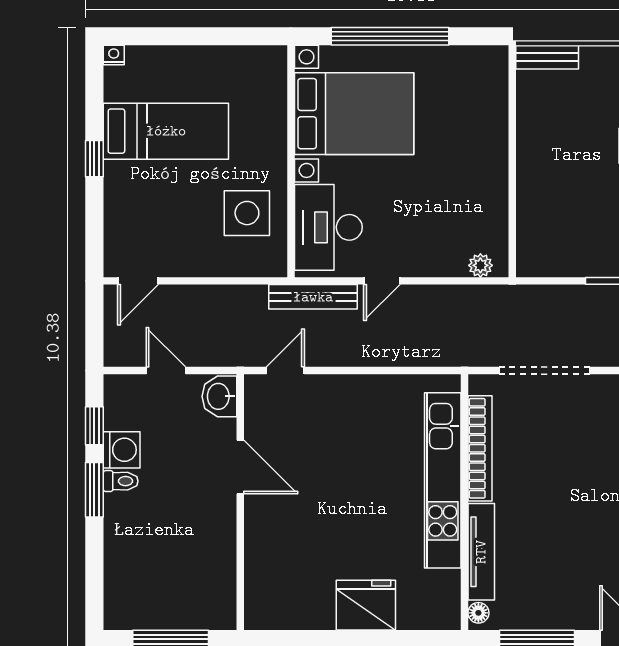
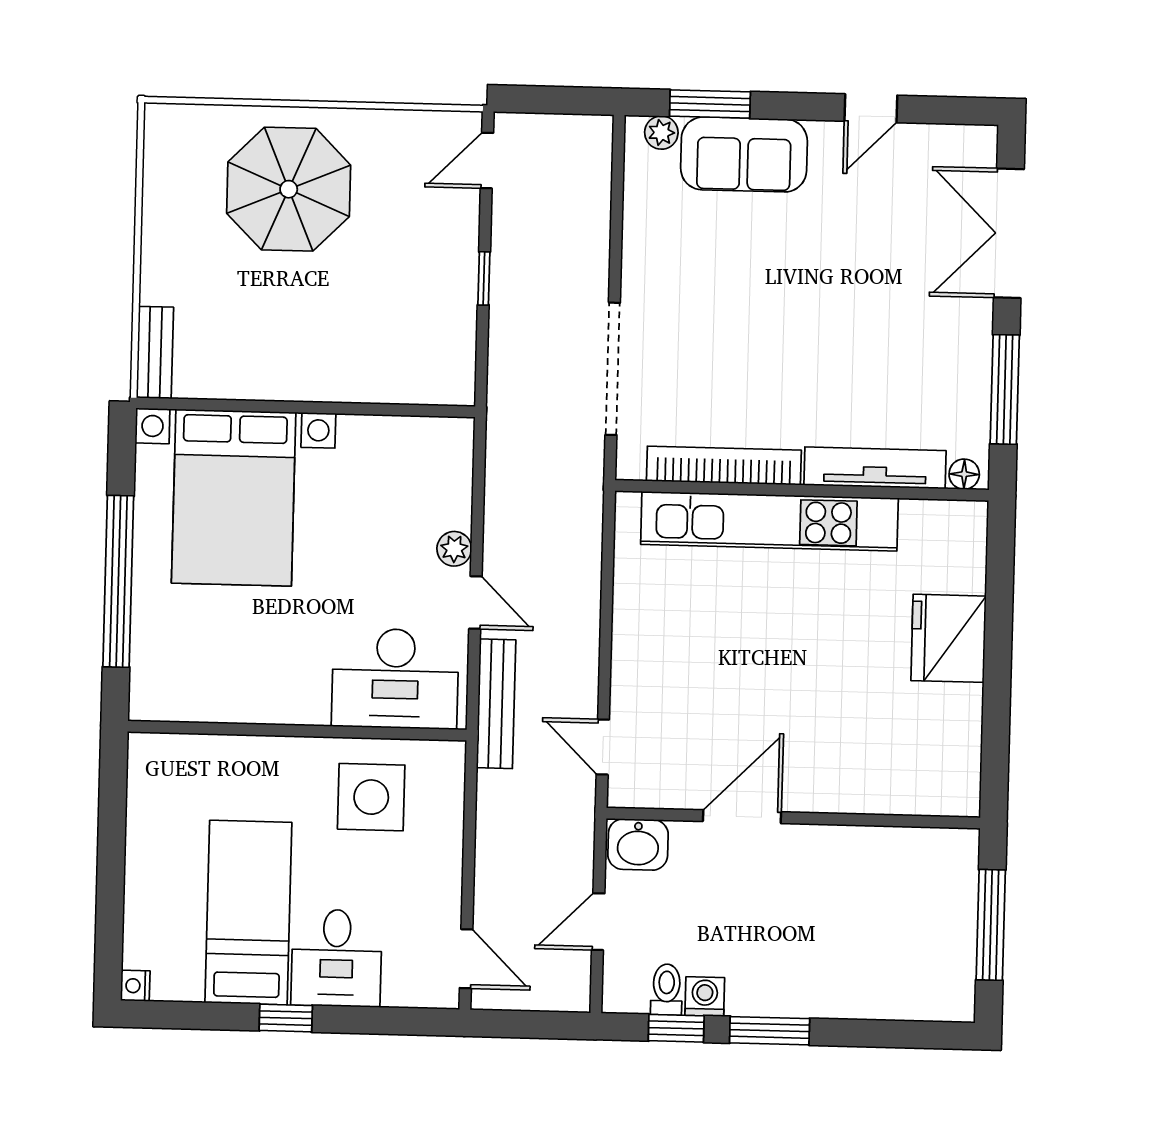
bed with nightstands: (354, 114) -> (234, 498), moved, turned 180
desk: (136, 192) -> (336, 958), added
plant: (480, 265) -> (454, 549), moved
washing machine: (122, 450) -> (705, 997), width x0.73, depth x0.73
toilet: (121, 481) -> (667, 990), moved

